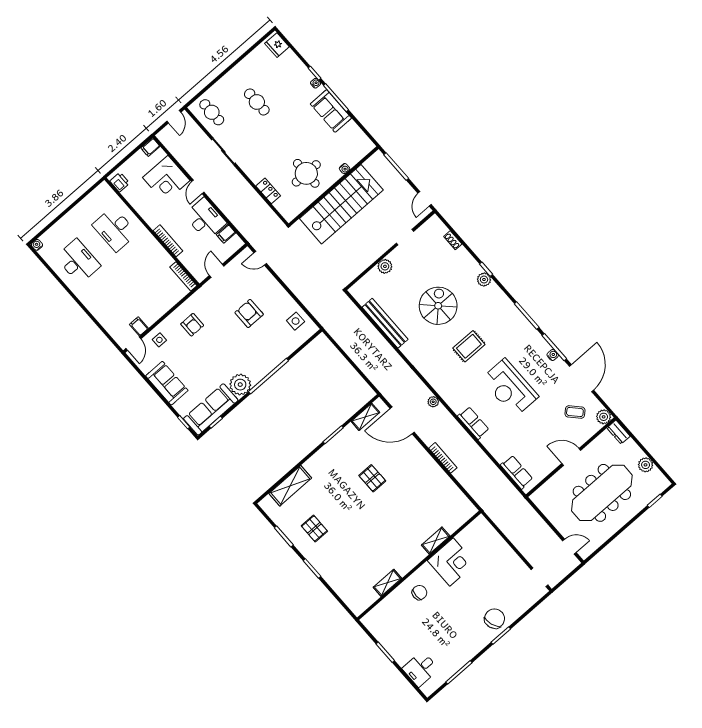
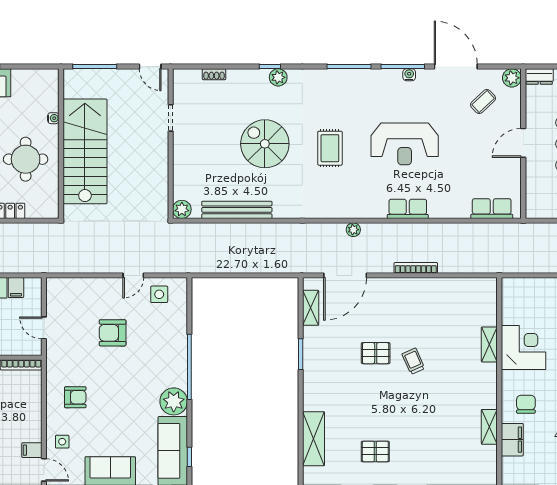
door: (260, 258) -> (133, 275), moved
plant: (385, 266) -> (182, 209), moved
trolley: (387, 504) -> (413, 361), added
filing cabinet: (392, 603) -> (512, 440), added

